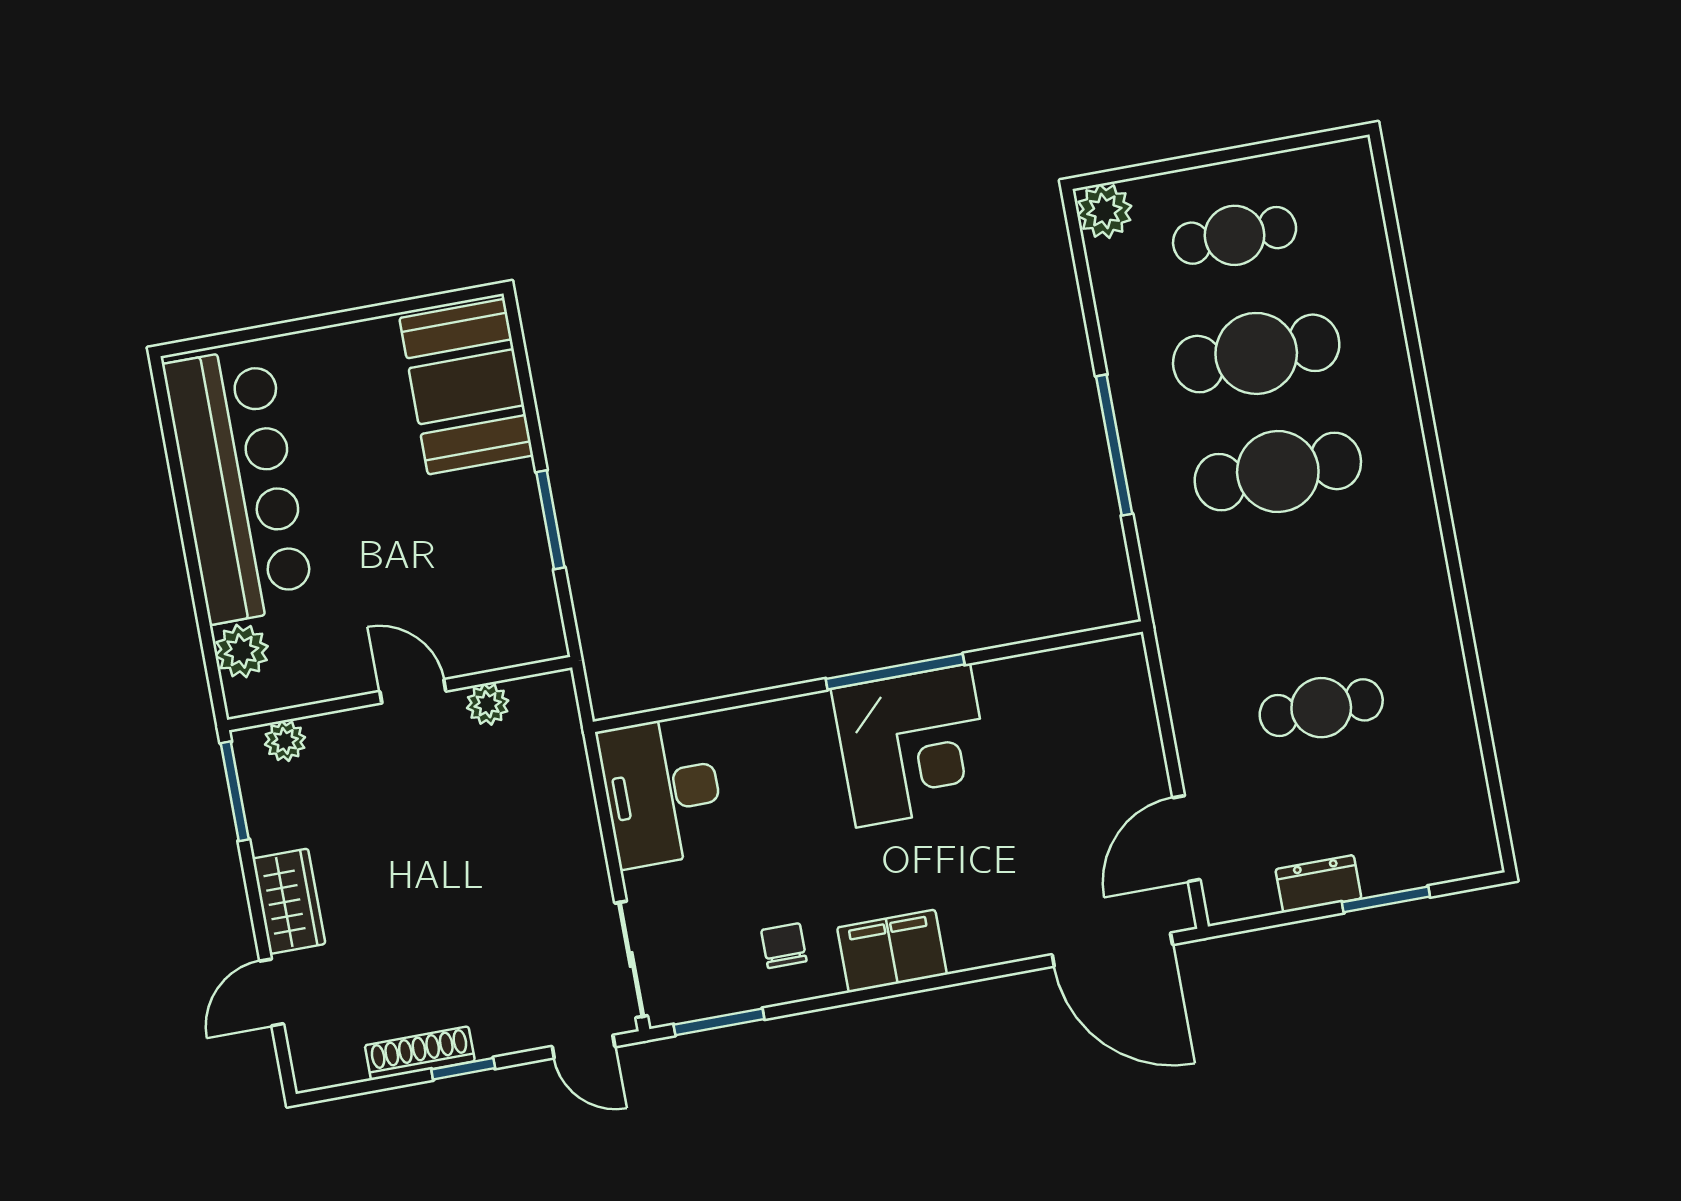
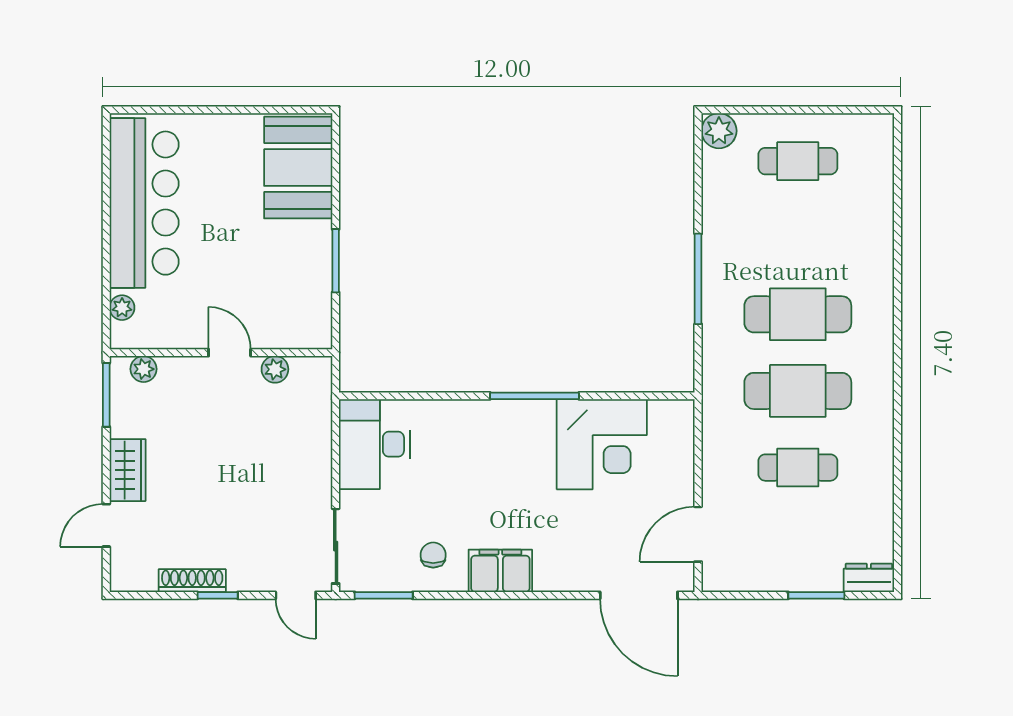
cafe table: (1256, 353) -> (798, 391), moved
plant: (242, 651) -> (122, 308), width x0.73, depth x0.73
corner desk: (913, 746) -> (602, 444), moved
dresser: (1318, 884) -> (869, 578), moved

